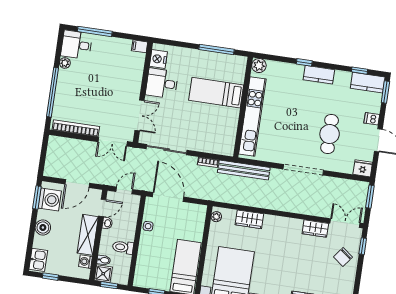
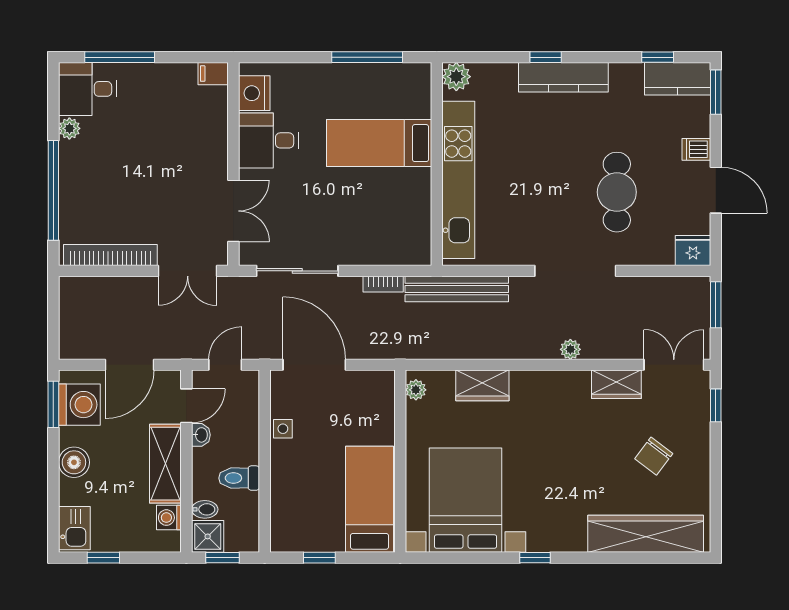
kitchen counter: (319, 75) -> (563, 77), width x1.50
plant: (295, 208) -> (570, 349), added
chair: (343, 257) -> (654, 456), moved

